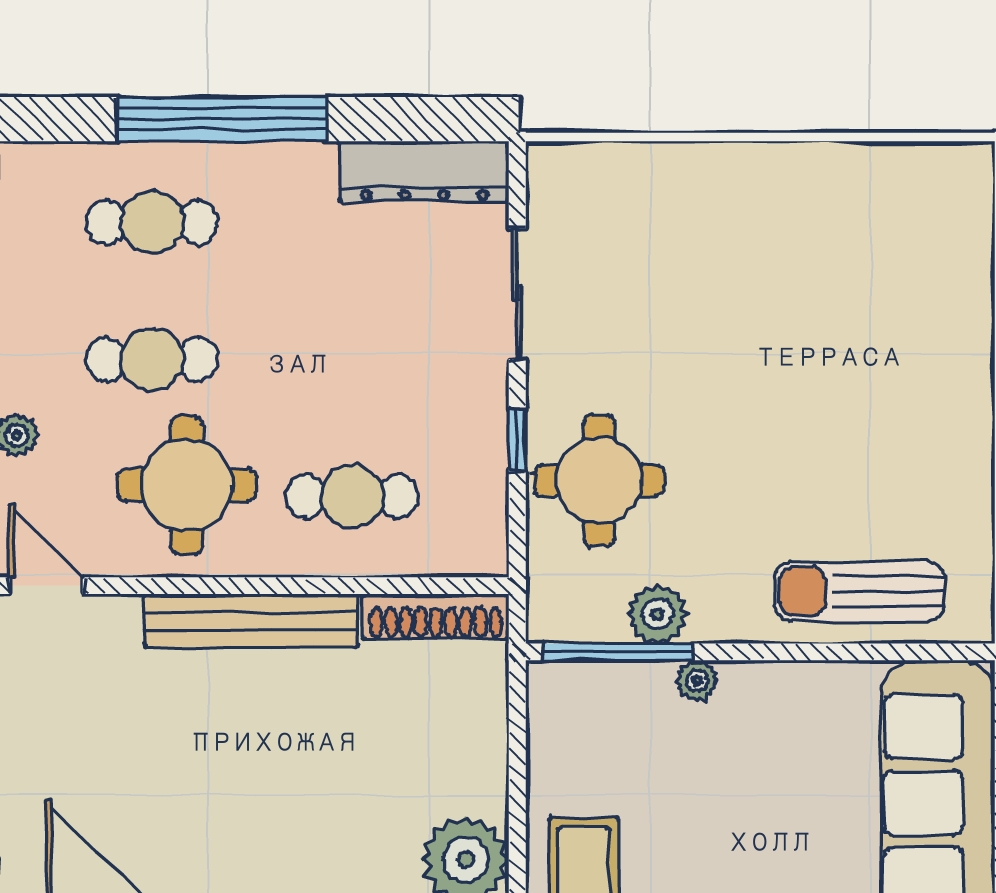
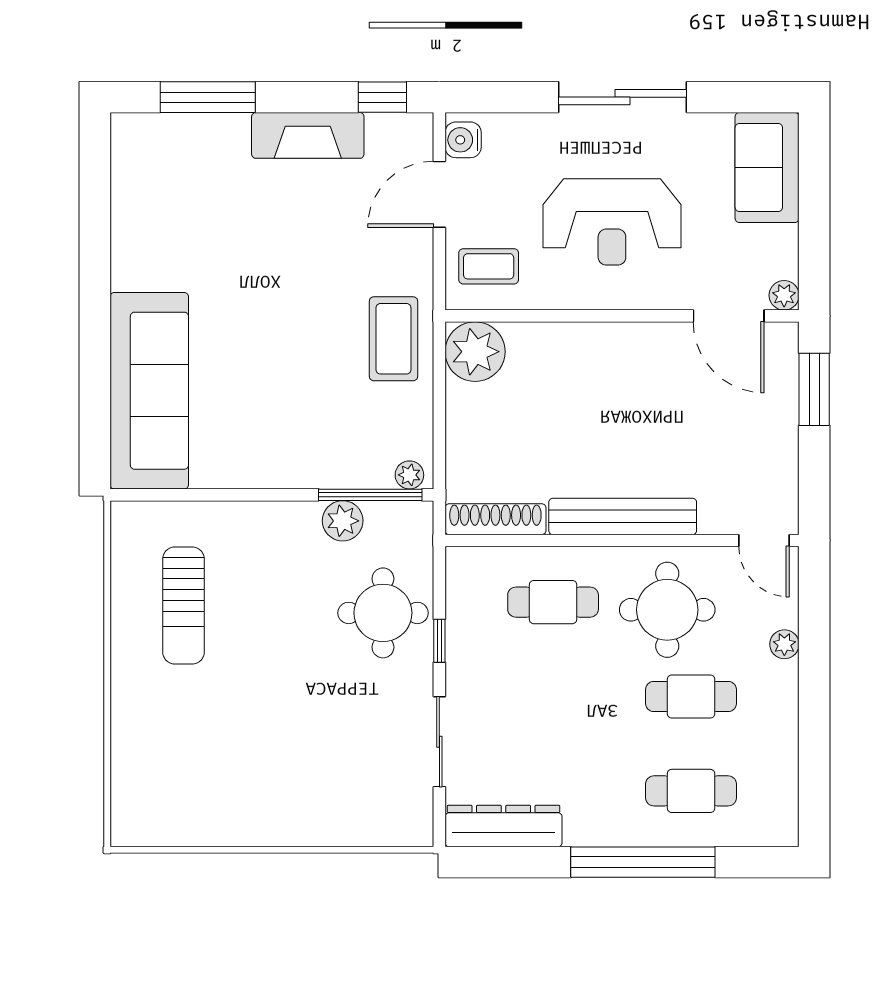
sun lounger: (860, 591) -> (183, 606), moved, turned 90
plant: (697, 681) -> (409, 475), moved

